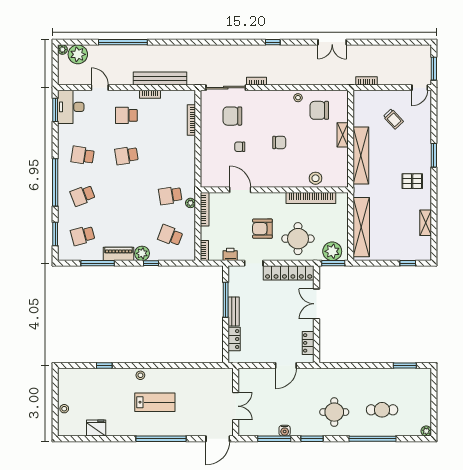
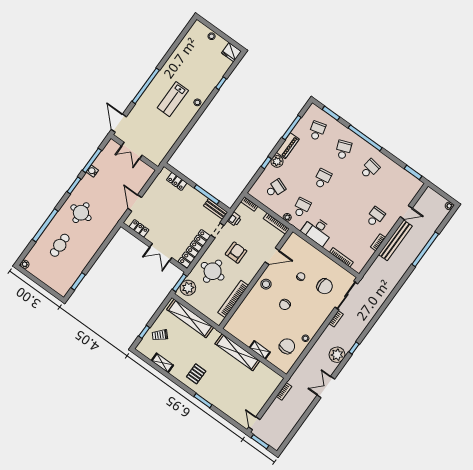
plant: (78, 54) -> (337, 355), moved
bench: (160, 79) -> (395, 240), moved
desk: (71, 107) -> (317, 231), moved, turned 180
chair: (232, 116) -> (325, 286), turned 90
trolley: (393, 119) -> (160, 335), moved
school desk: (126, 155) -> (323, 179), moved
stool: (315, 178) -> (266, 284), moved
double door: (316, 304) -> (161, 252), swing flipped
bench: (234, 311) -> (216, 209), moved
fridge: (96, 428) -> (231, 52), moved, turned 90

